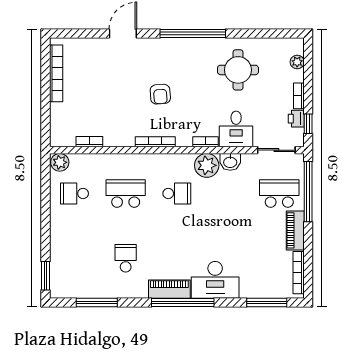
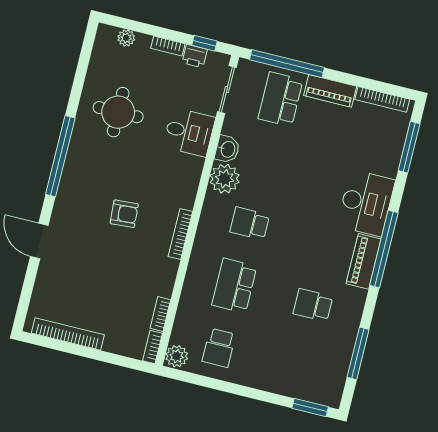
bookcase: (205, 142) -> (153, 347), moved
school desk: (177, 193) -> (250, 223), turned -90

